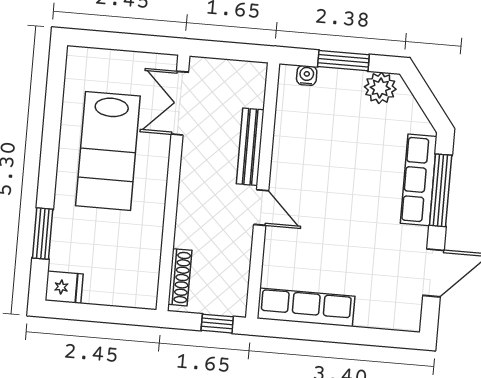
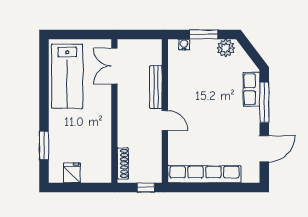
lab bench: (108, 151) -> (67, 76), moved
row of seats: (419, 180) -> (252, 89), width x0.68
fridge: (64, 287) -> (72, 173), moved, turned -90
row of seats: (306, 307) -> (204, 174), width x1.36

